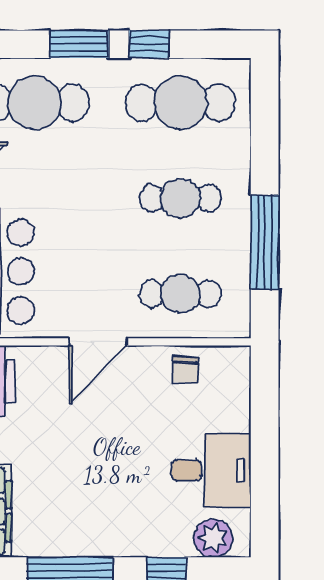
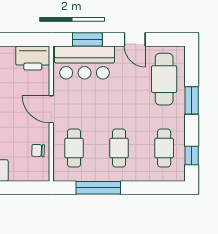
window: (149, 44) -> (192, 155), moved
cafe table: (180, 103) -> (164, 148), width x0.73, depth x0.74

